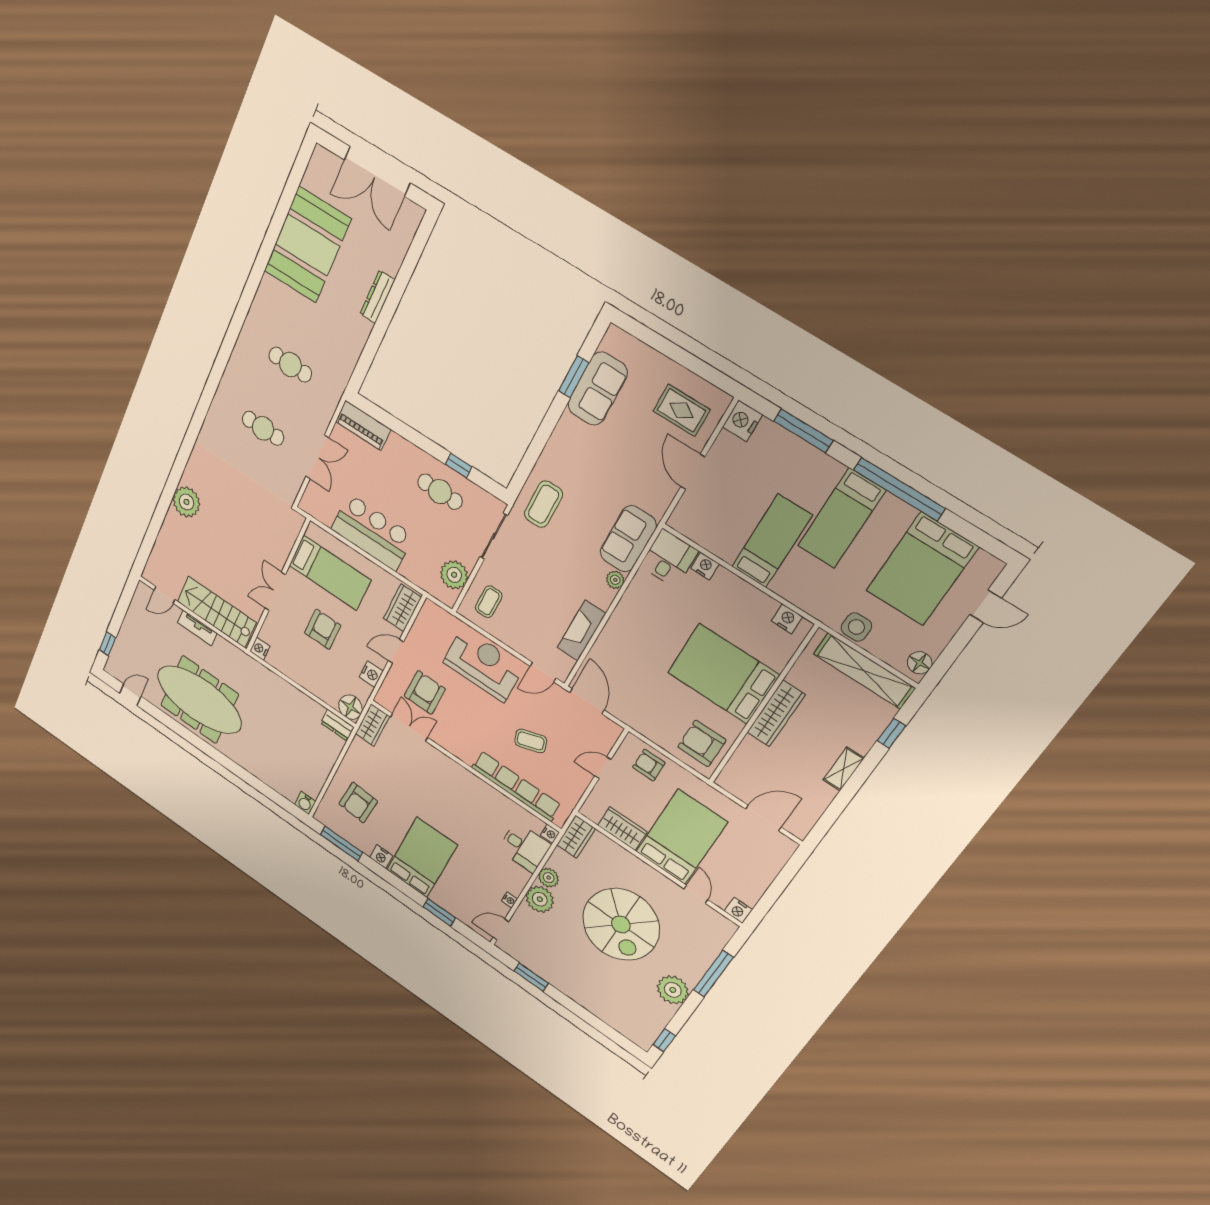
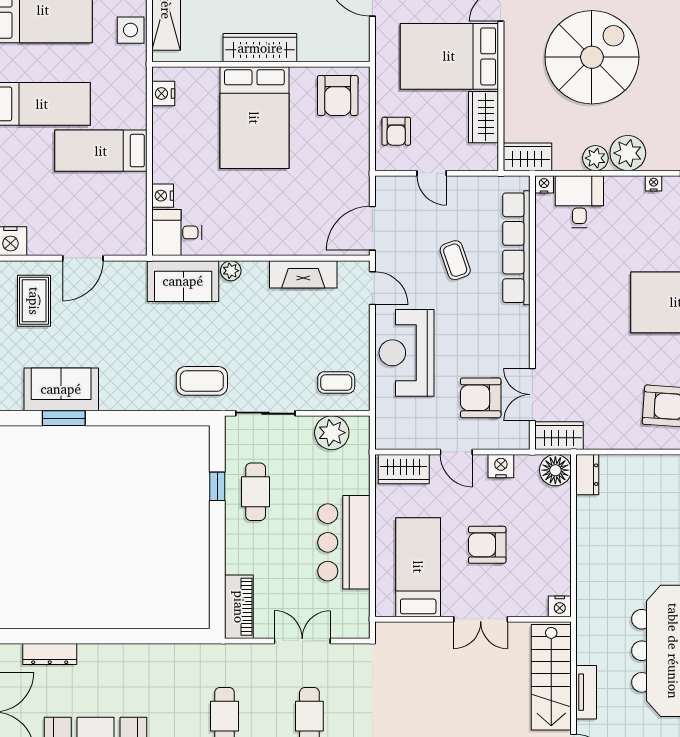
dresser: (377, 297) -> (50, 654), moved

